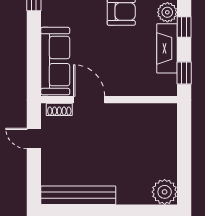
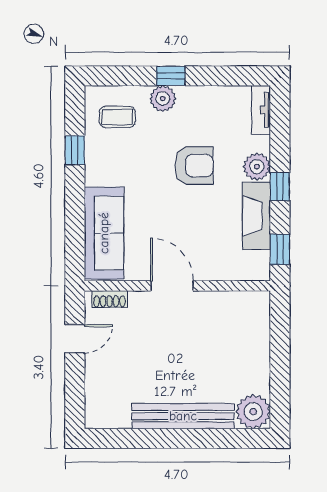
door: (89, 100) -> (172, 286), moved
door: (34, 139) -> (75, 339), swing flipped
bench: (78, 195) -> (183, 416), moved

